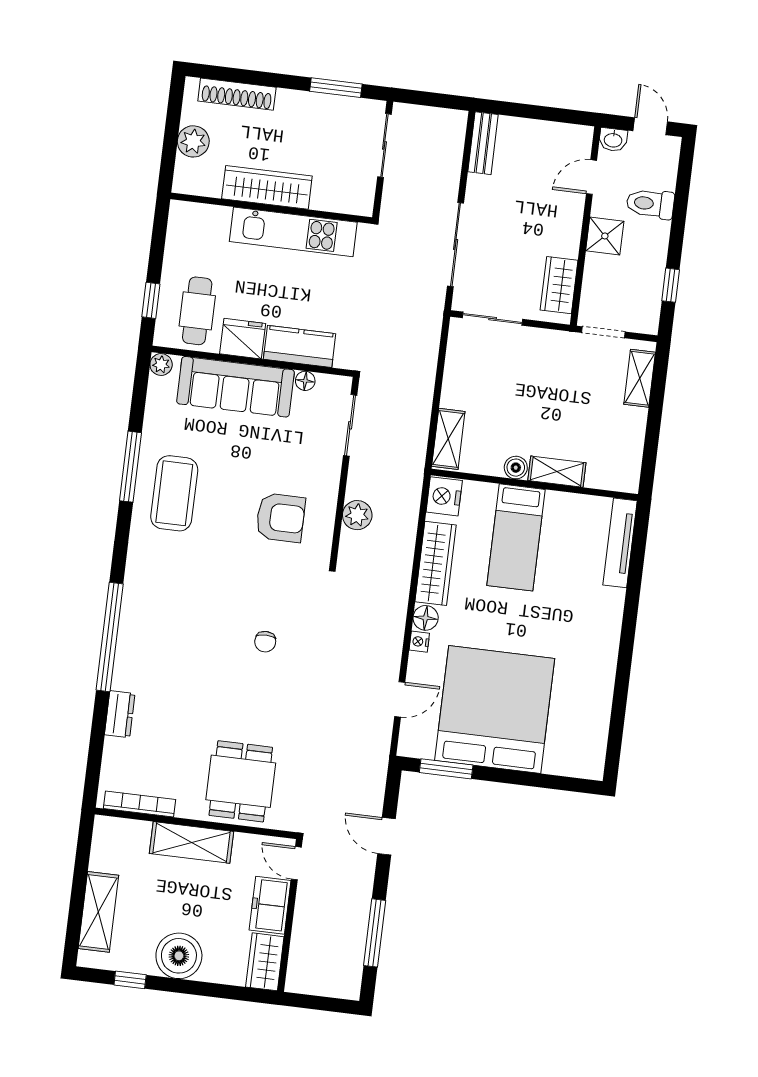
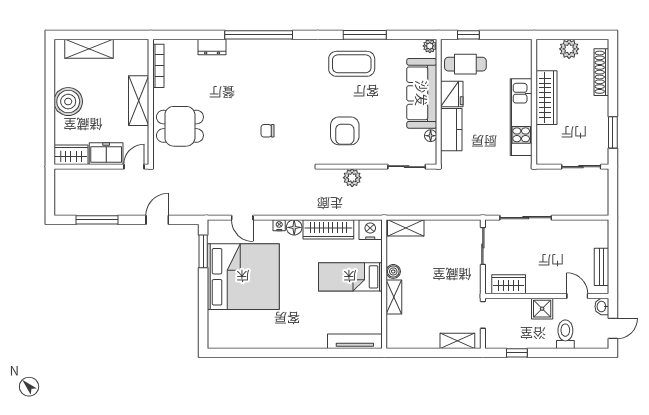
bench: (483, 143) -> (601, 267), moved, turned 90
window: (130, 980) -> (50, 73), removed

